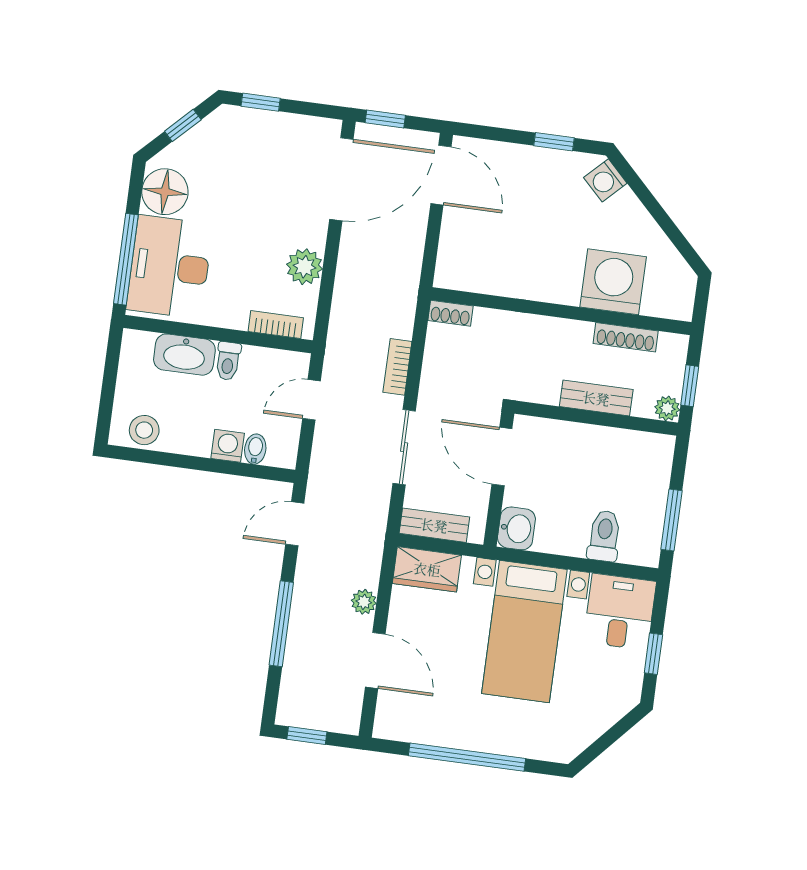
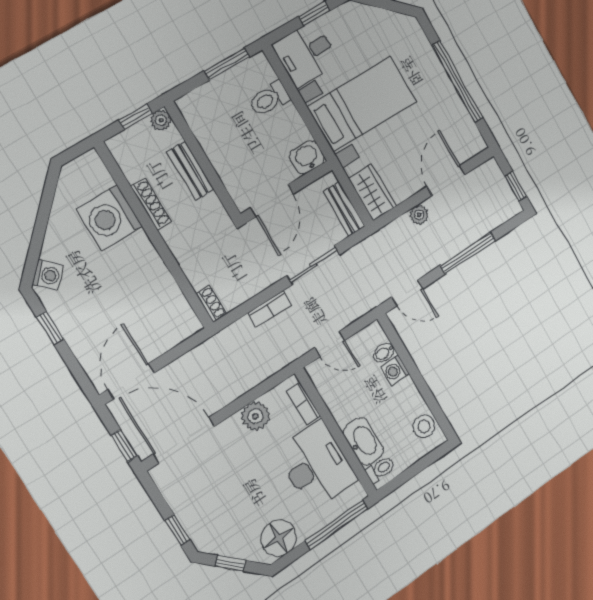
desk: (170, 267) -> (316, 466), moved, turned -90
shoe rack: (626, 337) -> (151, 204), moved
toilet: (228, 361) -> (381, 469), moved

